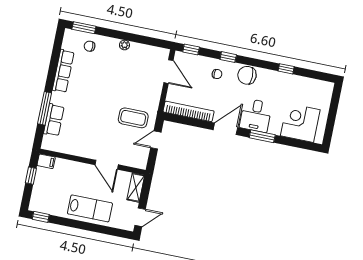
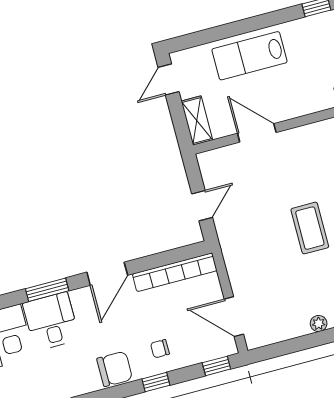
desk: (256, 115) -> (51, 321), moved
coffee table: (133, 118) -> (310, 228), moved, turned 90

